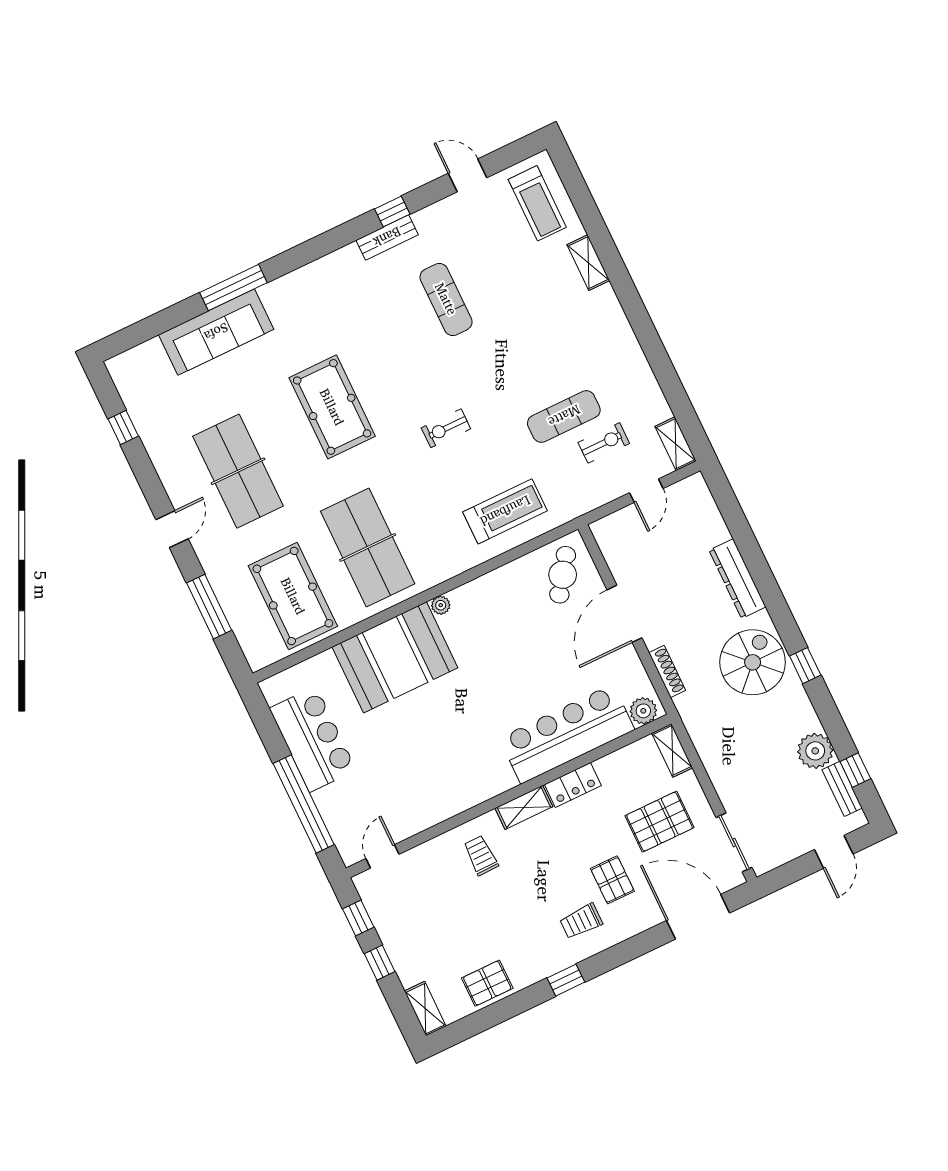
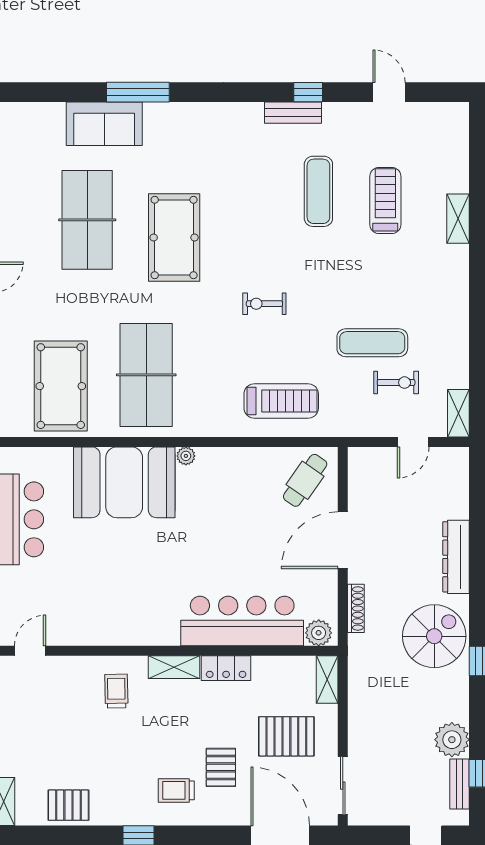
treadmill: (537, 203) -> (385, 200), moved, turned 180
sofa: (216, 332) -> (104, 124), width x0.73
table tennis table: (238, 471) -> (87, 220), moved

